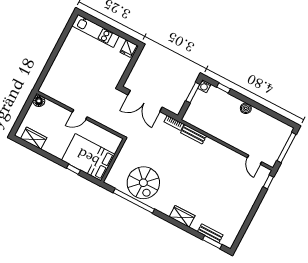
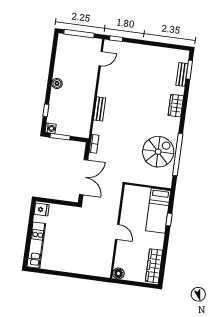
bench: (194, 134) -> (100, 109), moved
wardrobe: (34, 138) -> (154, 266), width x1.50
bed: (88, 157) -> (158, 211), width x0.67

